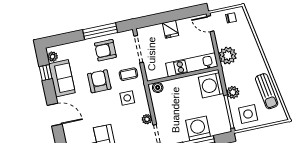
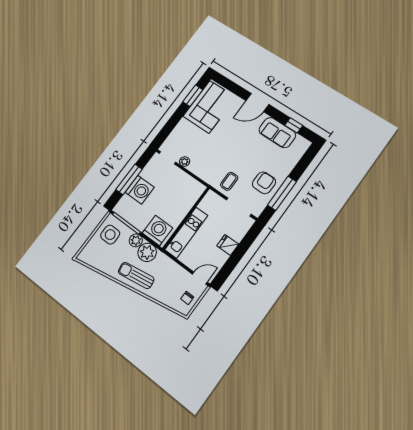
plant: (228, 56) -> (147, 252), moved
plant: (52, 57) -> (300, 141), removed
armchair: (99, 81) -> (247, 156), removed
boiler: (158, 88) -> (197, 192), removed
sun lounger: (267, 91) -> (136, 275), moved
side table: (127, 98) -> (214, 163), removed

